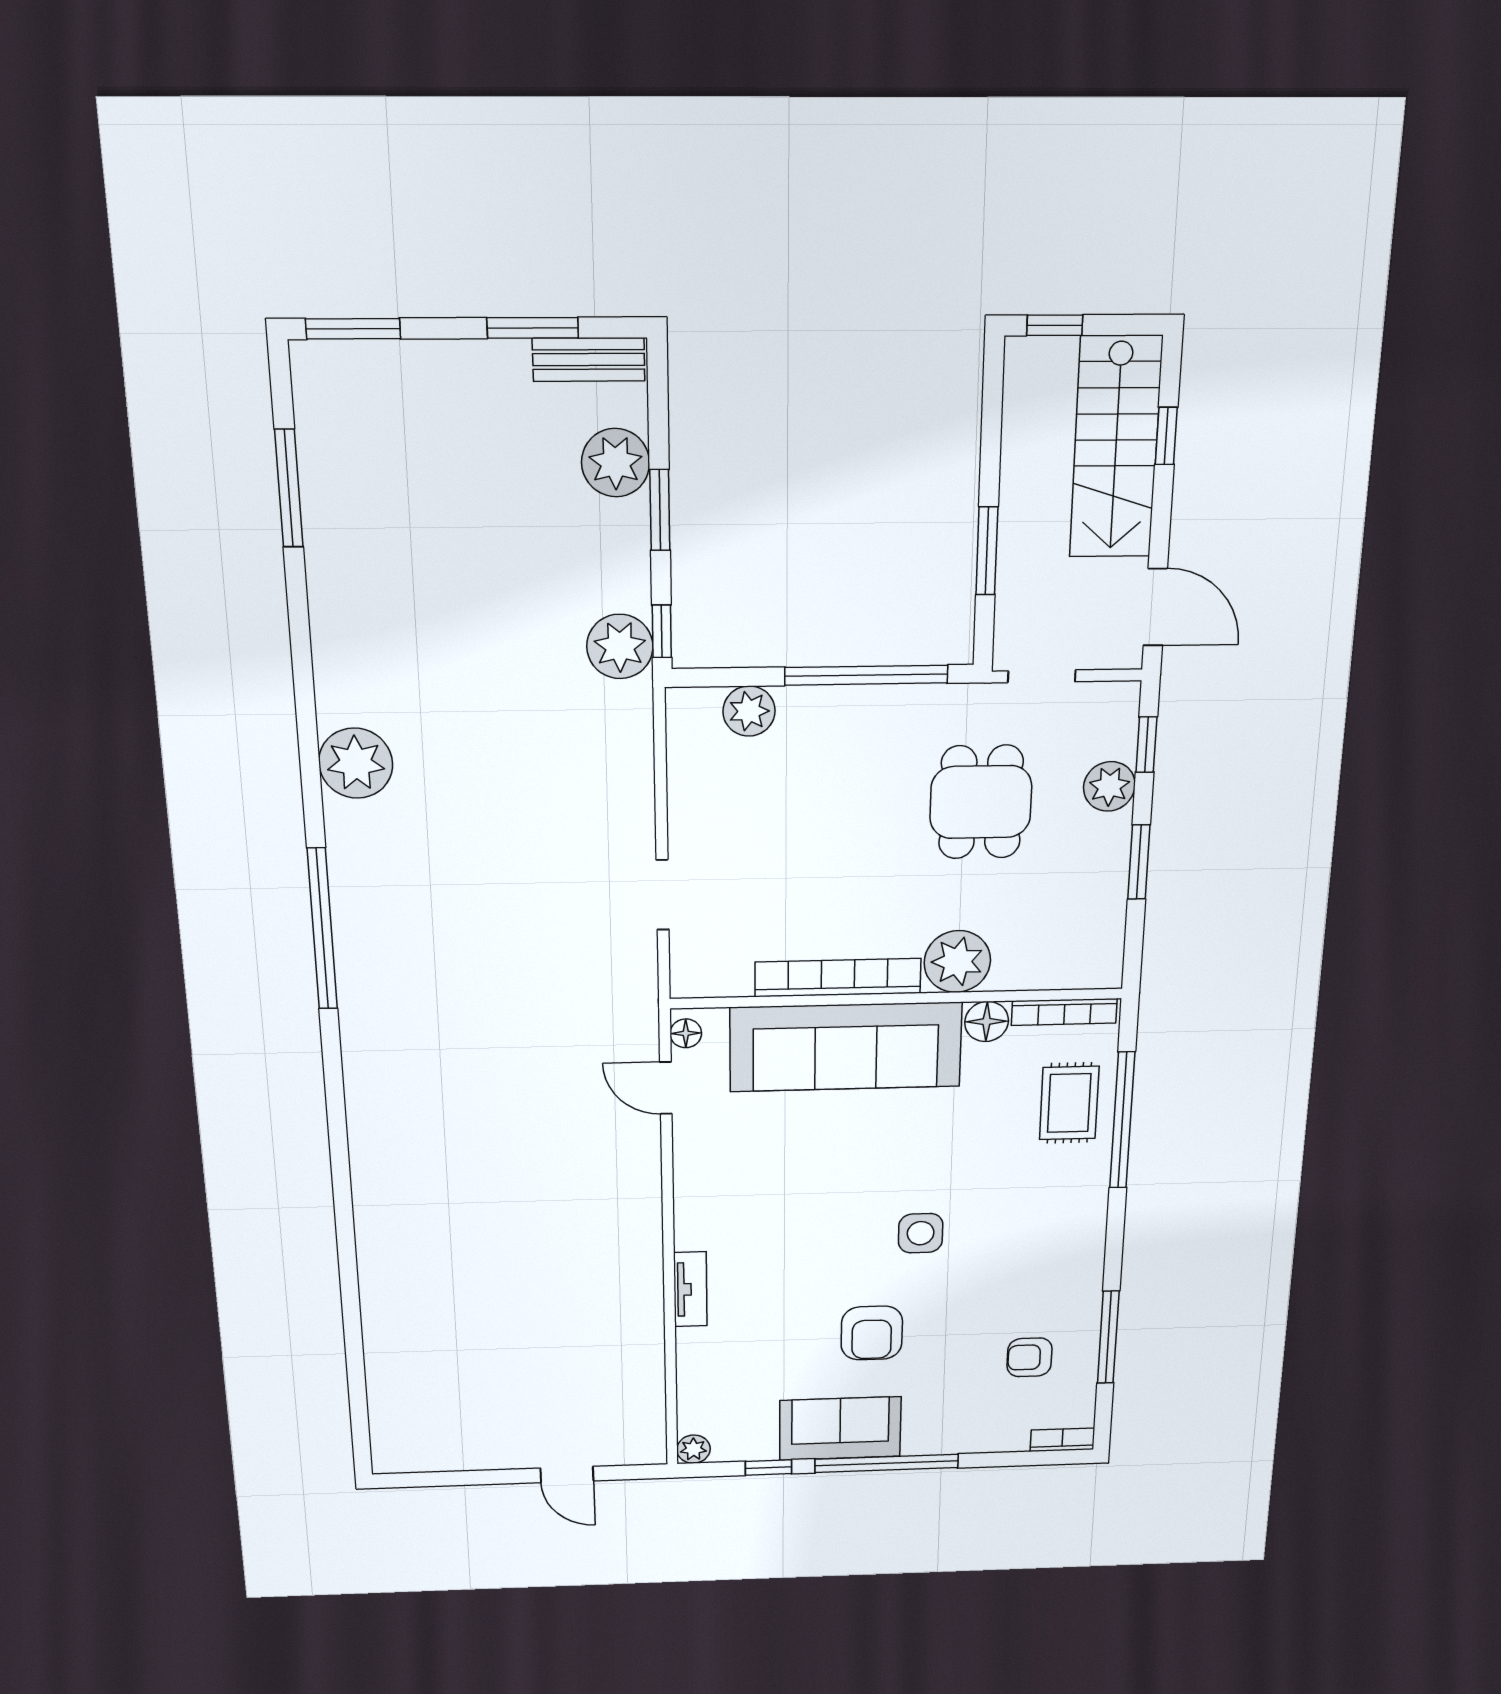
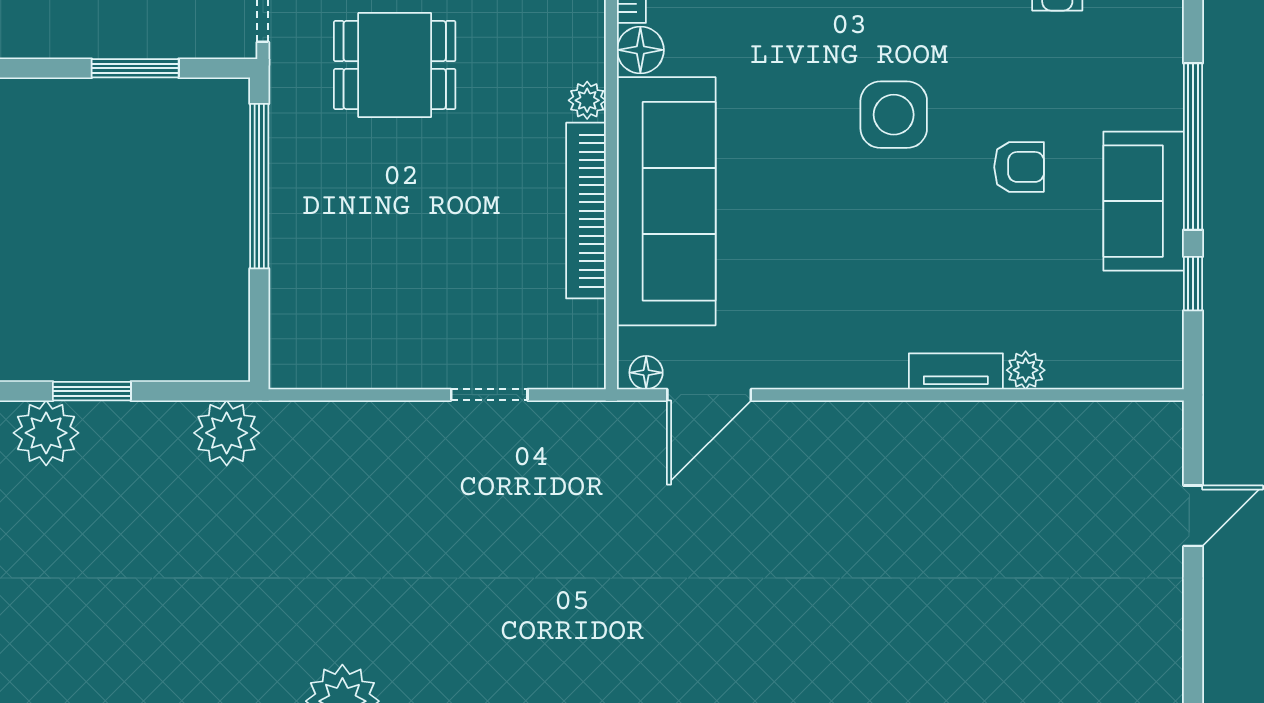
window: (662, 631) -> (212, 391), removed
plant: (749, 711) -> (295, 304), removed
plant: (957, 962) -> (587, 100), width x0.53, depth x0.53
door: (666, 1088) -> (709, 395), width x1.38
side table: (921, 1233) -> (894, 115), width x1.37, depth x1.37
armchair: (872, 1333) -> (1019, 167), width x0.72, depth x0.72
plant: (693, 1449) -> (1026, 370), moved

